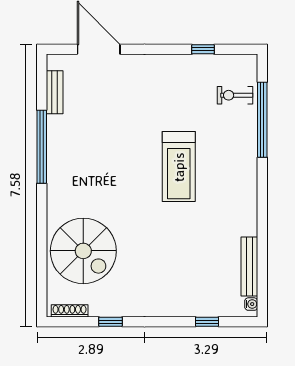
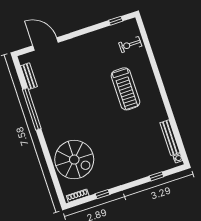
window: (203, 49) -> (116, 21), moved
window: (262, 120) -> (150, 53), removed
treadmill: (179, 167) -> (125, 89), moved

